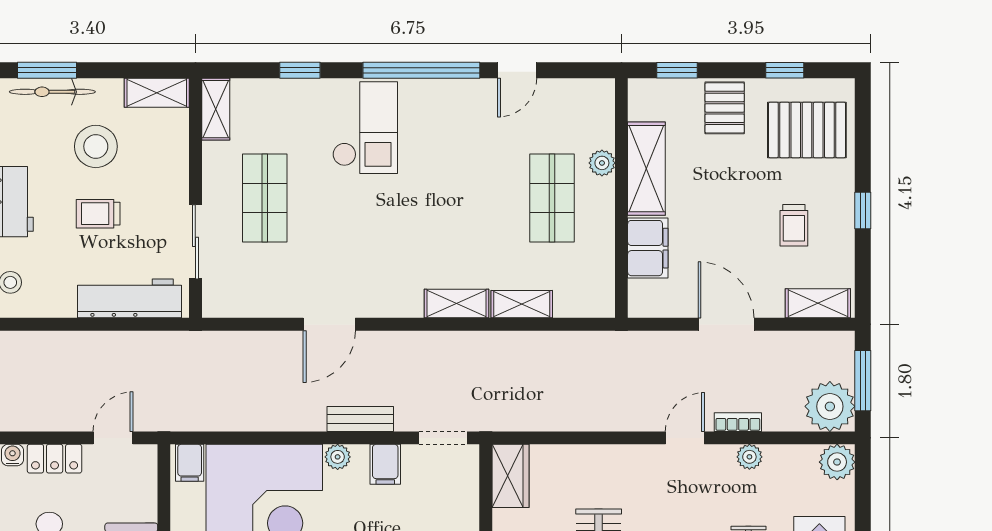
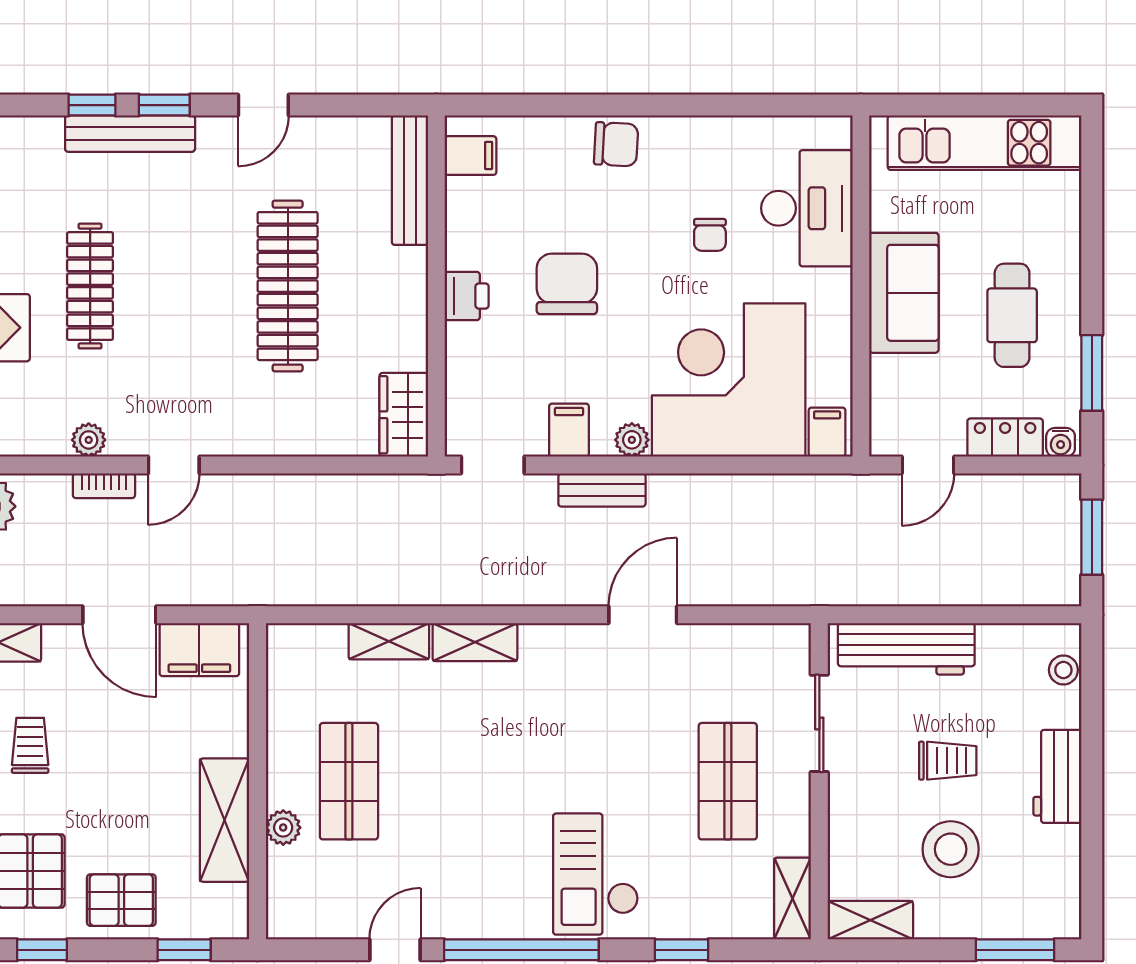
bicycle: (52, 92) -> (1008, 921), removed
pallet: (725, 108) -> (121, 900), turned 90
filing cabinet: (648, 248) -> (199, 650), moved, turned -90

